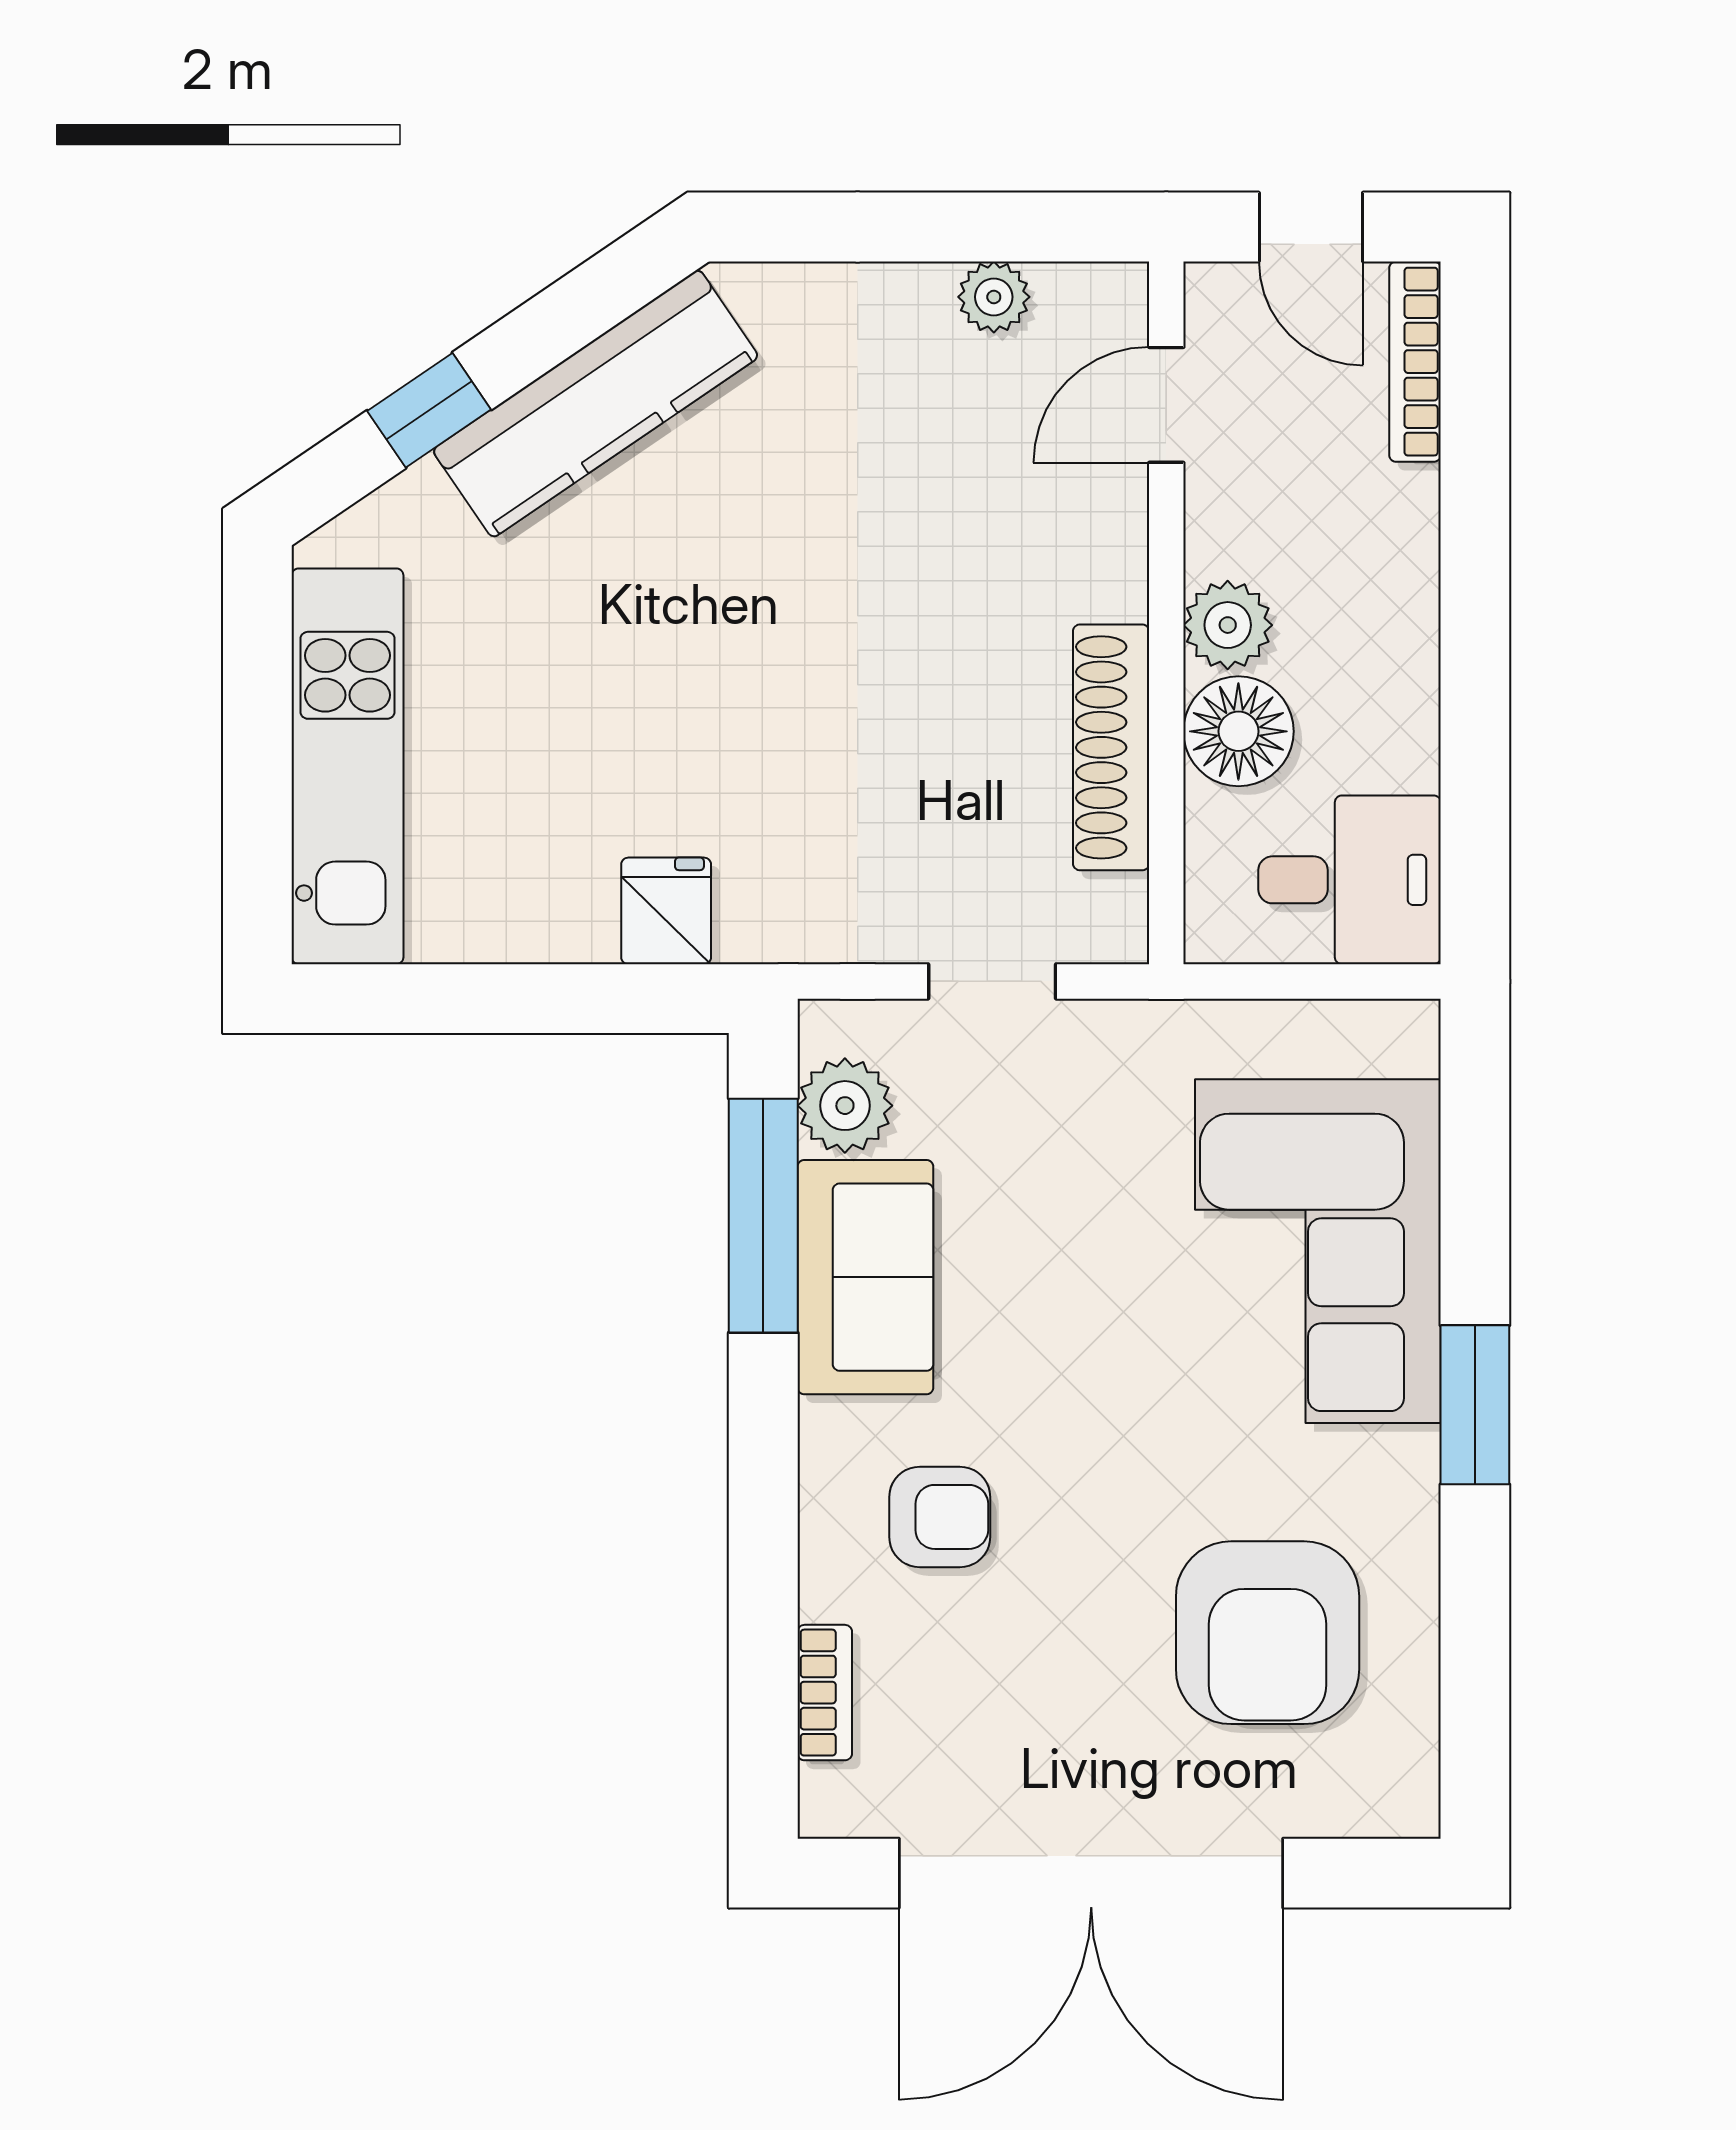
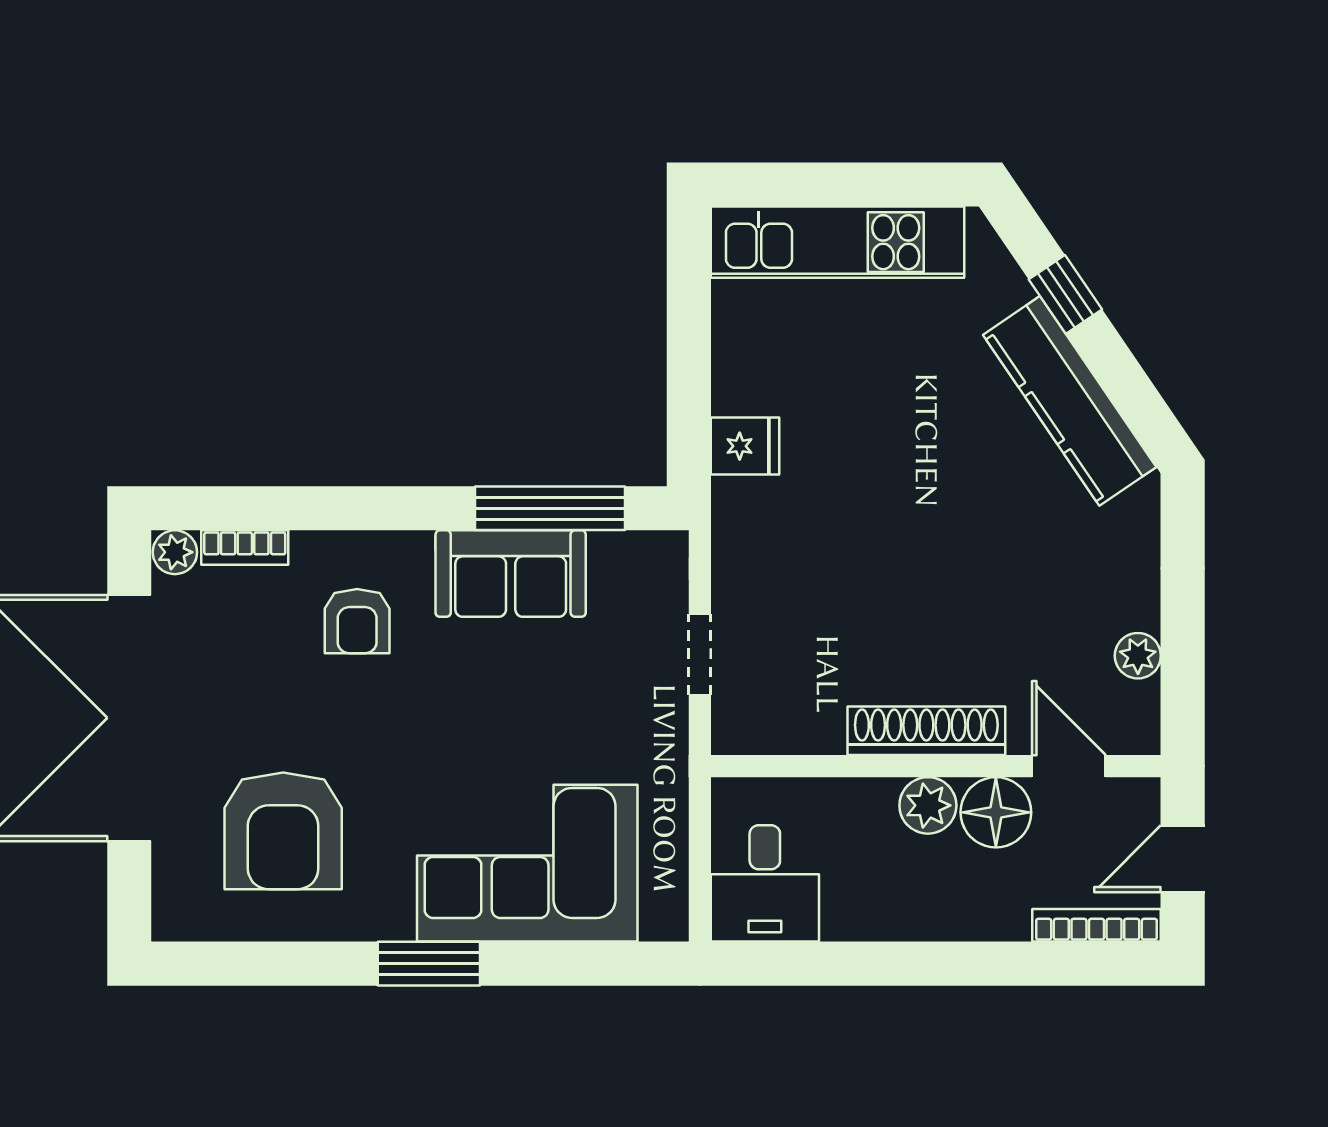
floor lamp: (1238, 731) -> (996, 812), moved
shoe rack: (1111, 747) -> (926, 731), moved
plant: (845, 1106) -> (175, 552), moved, width x0.73, depth x0.73
armchair: (1268, 1633) -> (283, 831), turned -90

